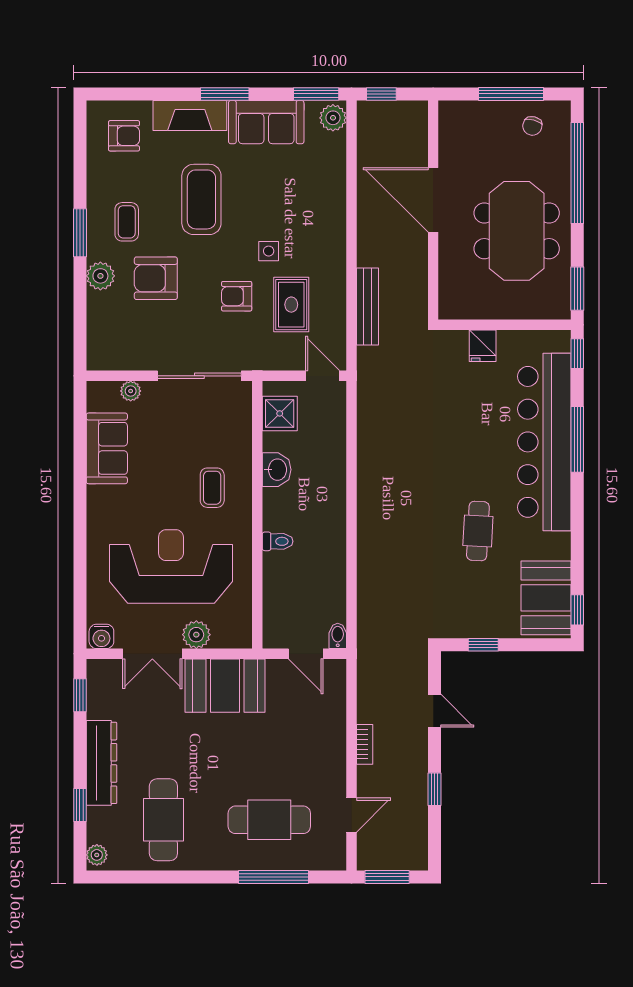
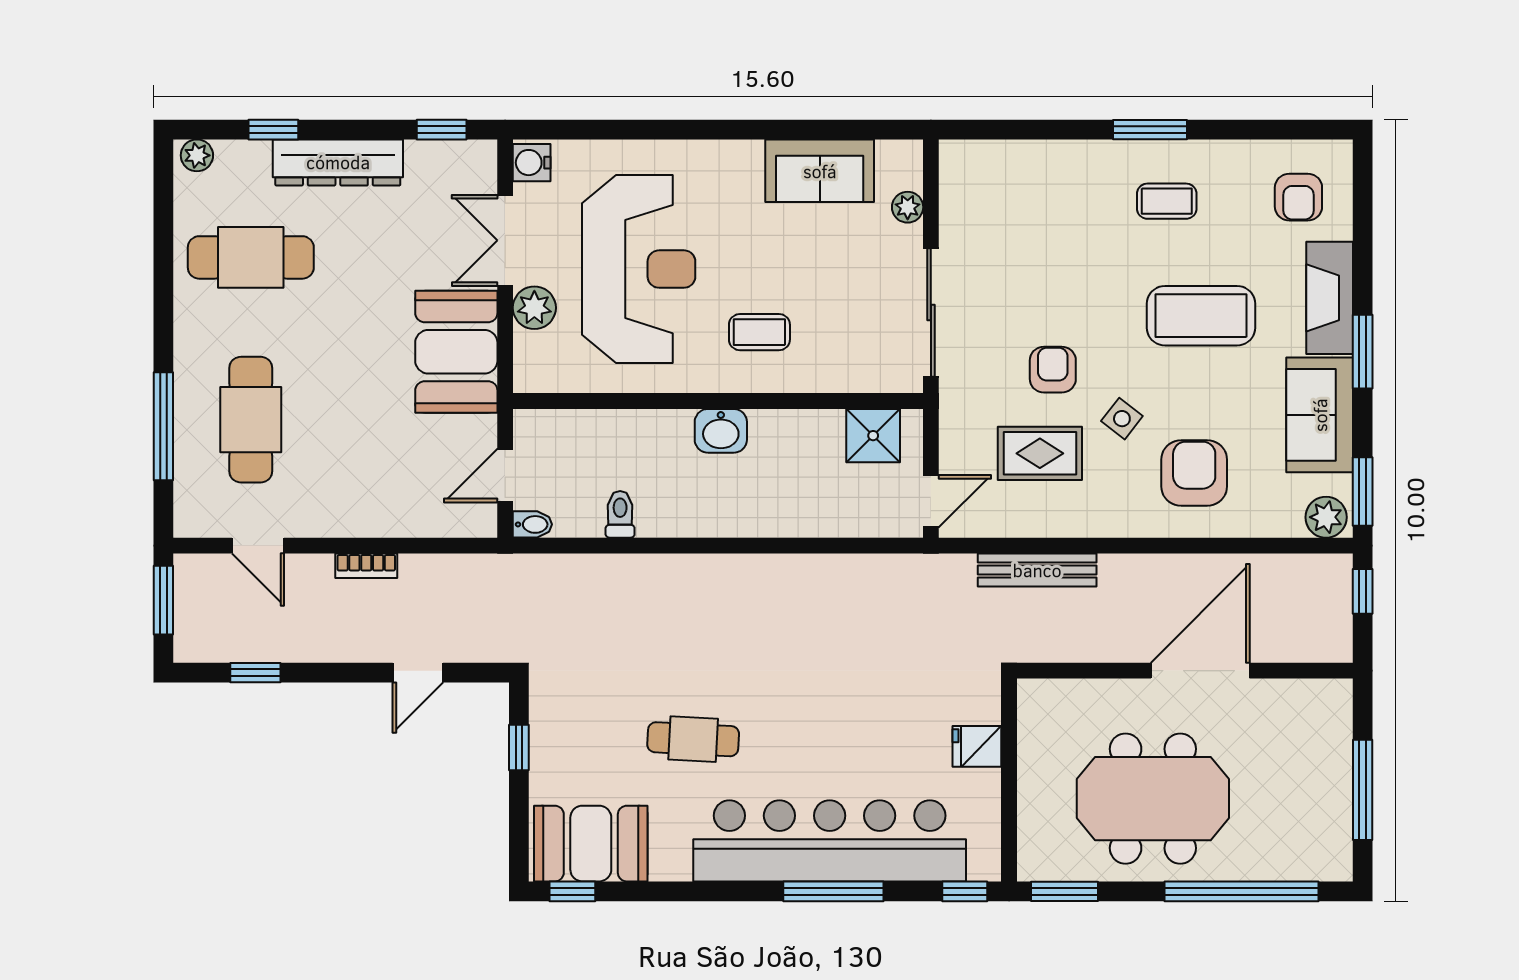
chair: (532, 126) -> (1314, 823), removed
side table: (269, 251) -> (1122, 419), turned 38
plant: (100, 276) -> (1084, 161), removed
armchair: (156, 278) -> (1194, 473), moved
washbasin: (277, 470) -> (721, 431), moved
toilet: (278, 541) -> (620, 514), moved, turned 180
window: (434, 789) -> (255, 673), moved

